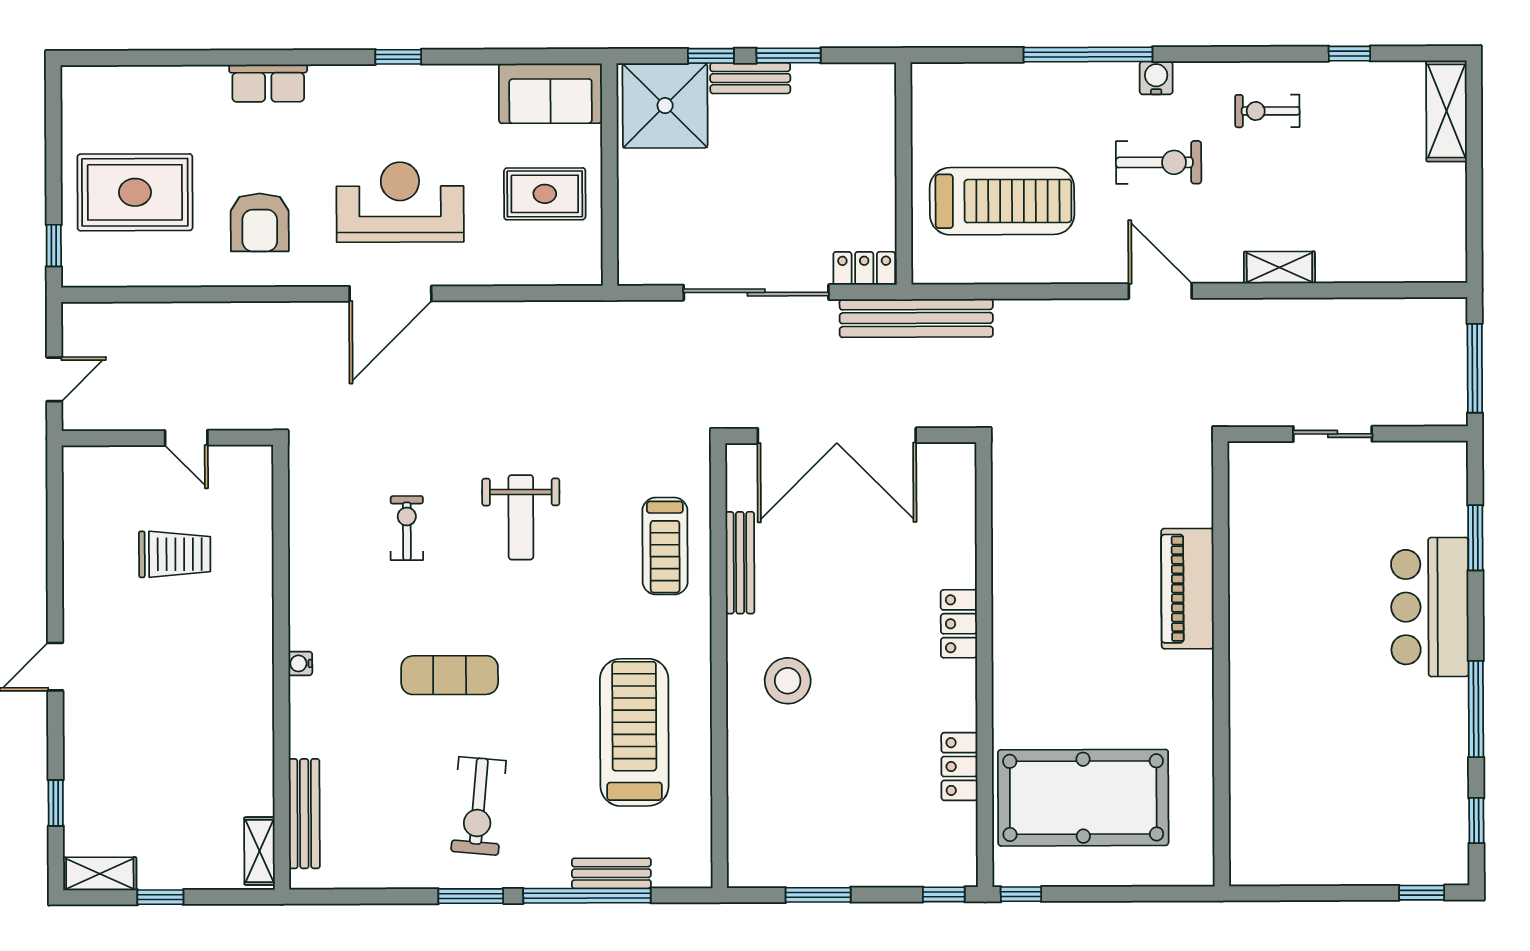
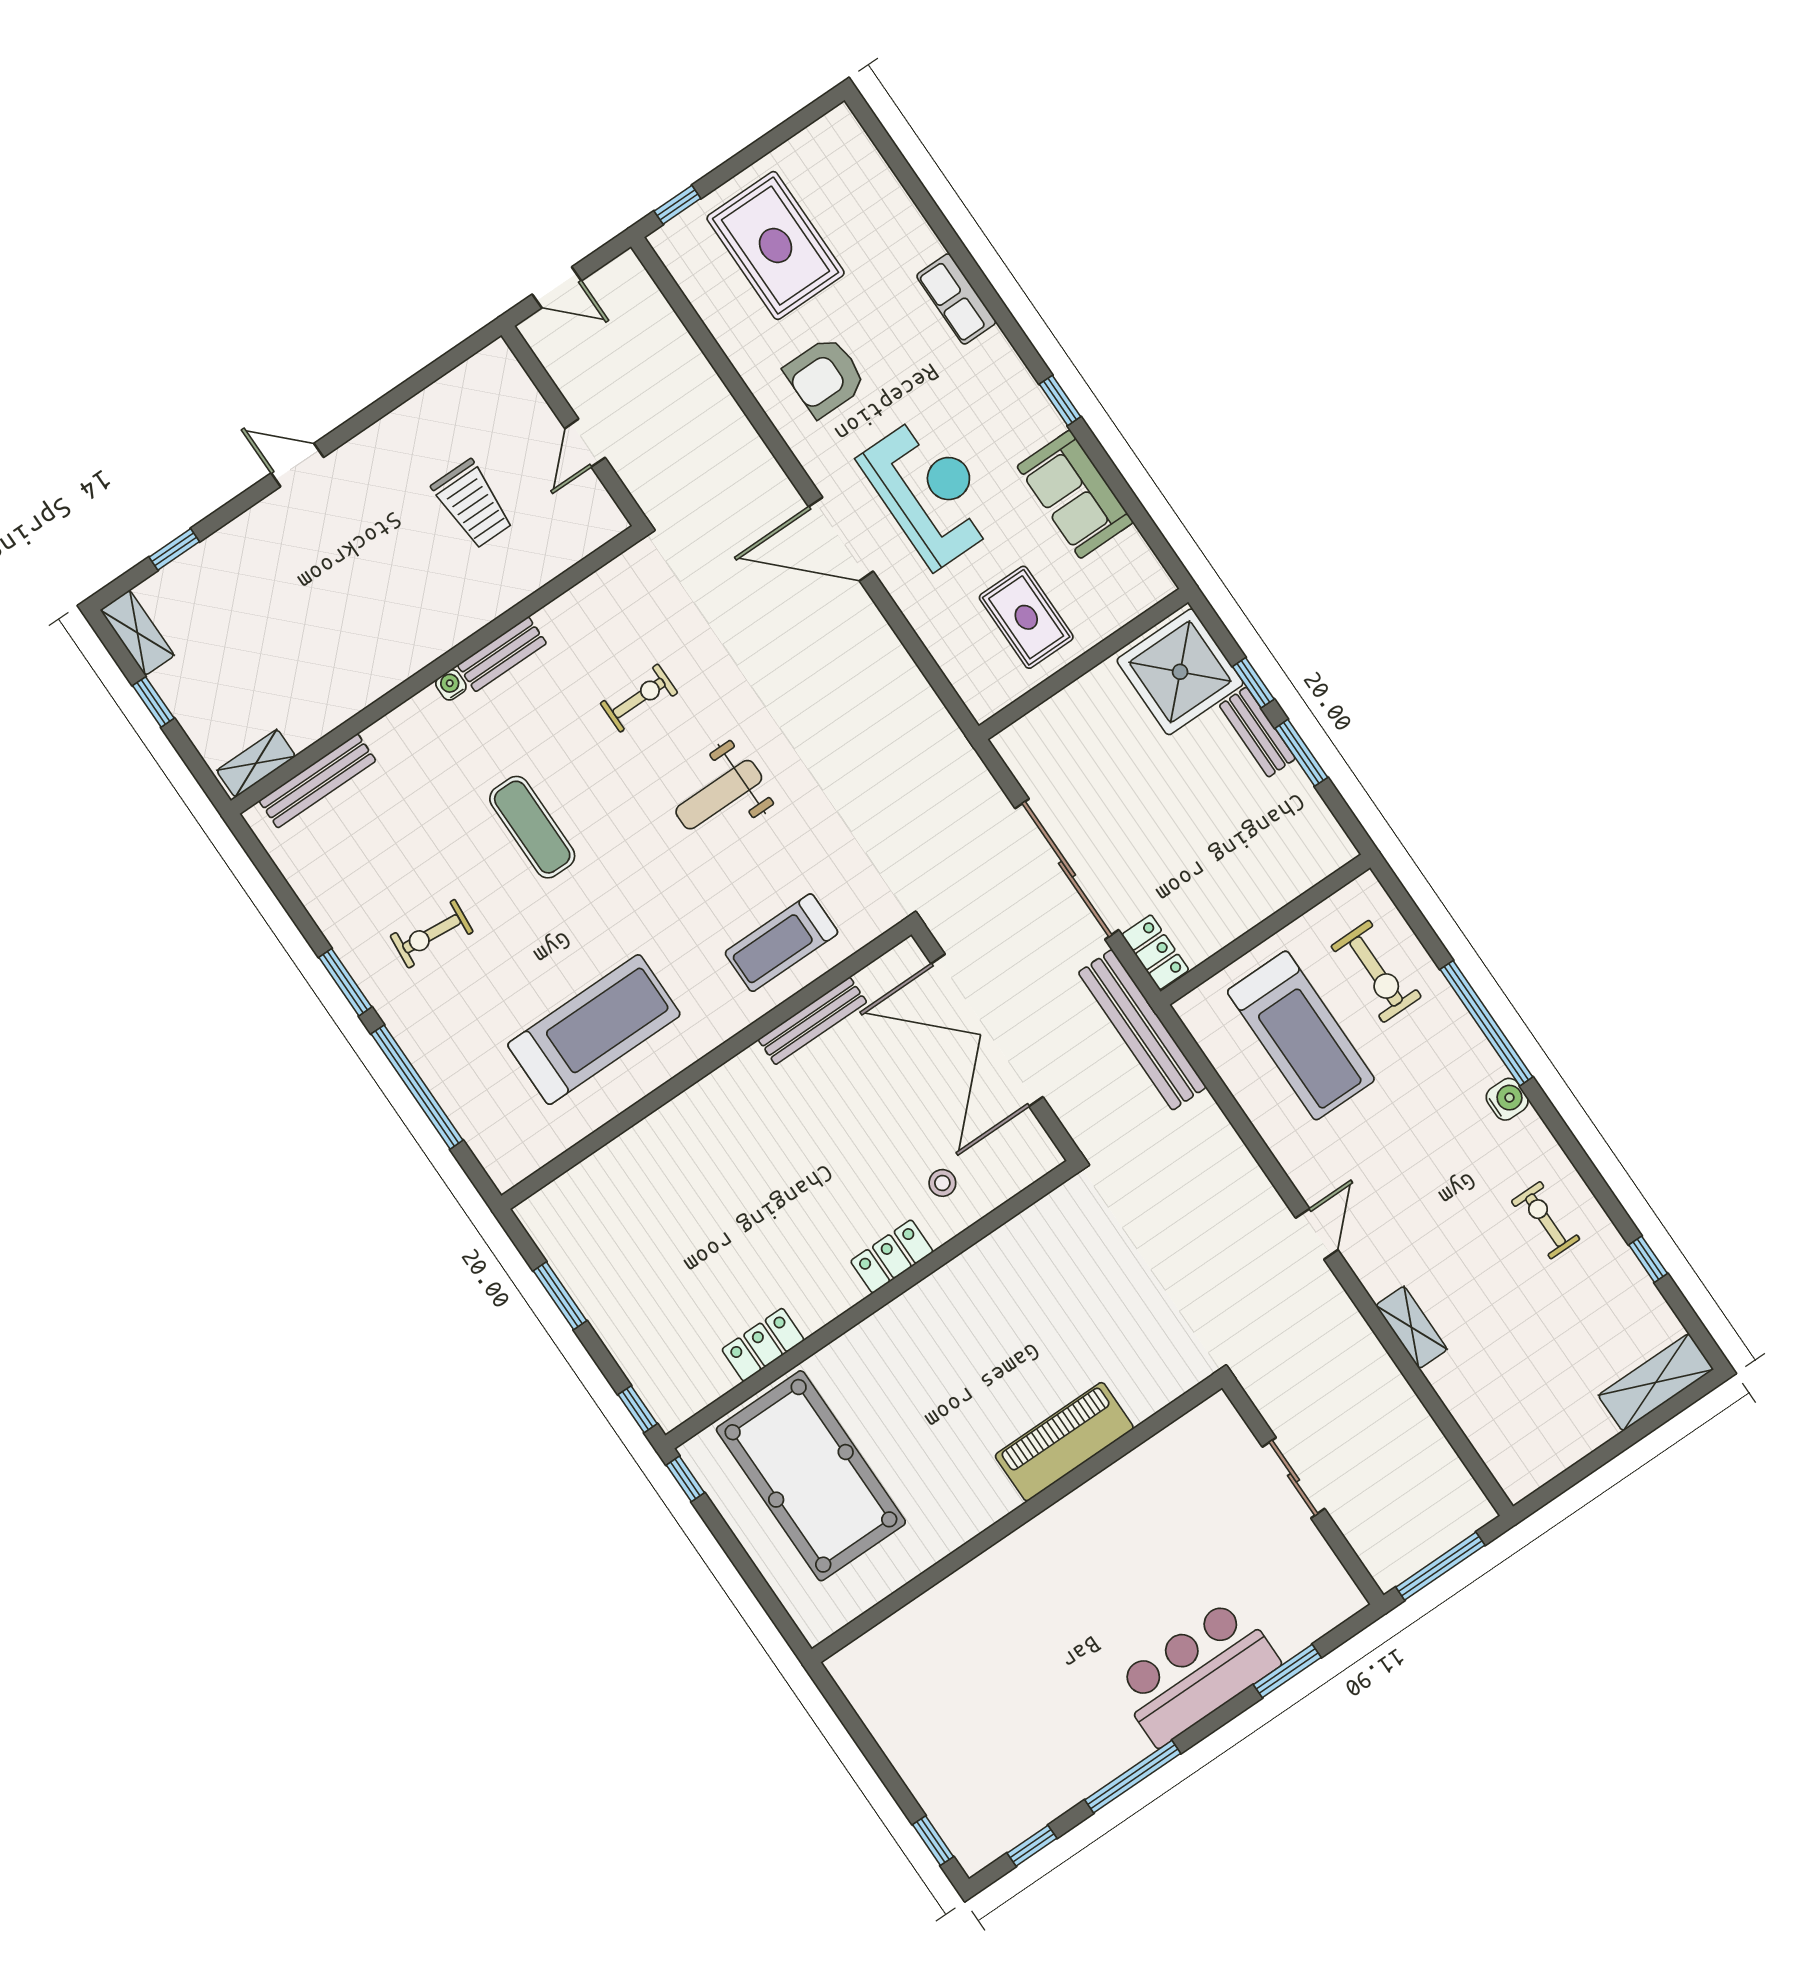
sofa: (550, 93) -> (1075, 494), moved
exercise bike: (1159, 162) -> (1376, 971), moved
door: (1160, 291) -> (1317, 1234), width x0.73
stool: (788, 681) -> (942, 1183), moved, width x0.53, depth x0.53
exercise bike: (479, 806) -> (432, 934), width x0.73, depth x0.72
bench: (611, 873) -> (502, 654), moved, turned 90

